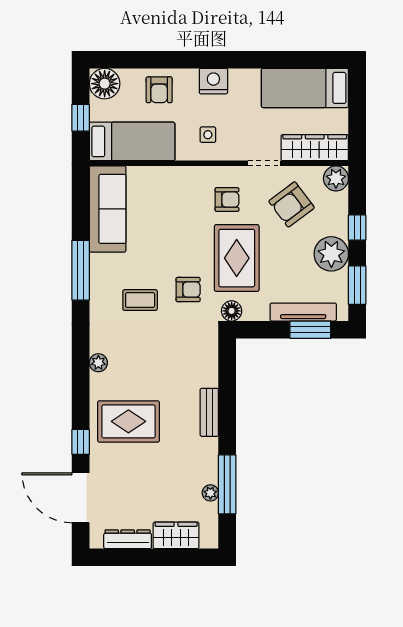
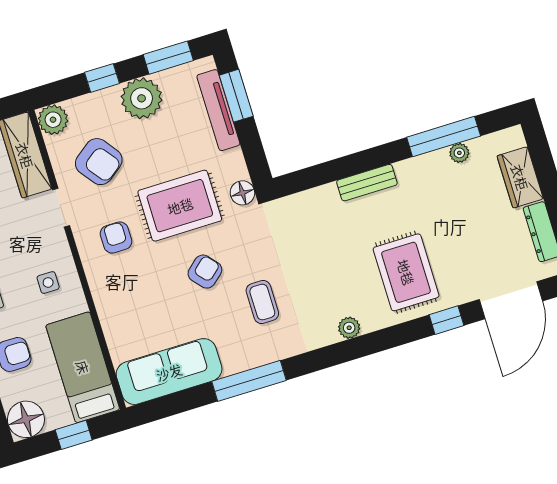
armchair: (188, 290) -> (205, 272), moved, turned 49

